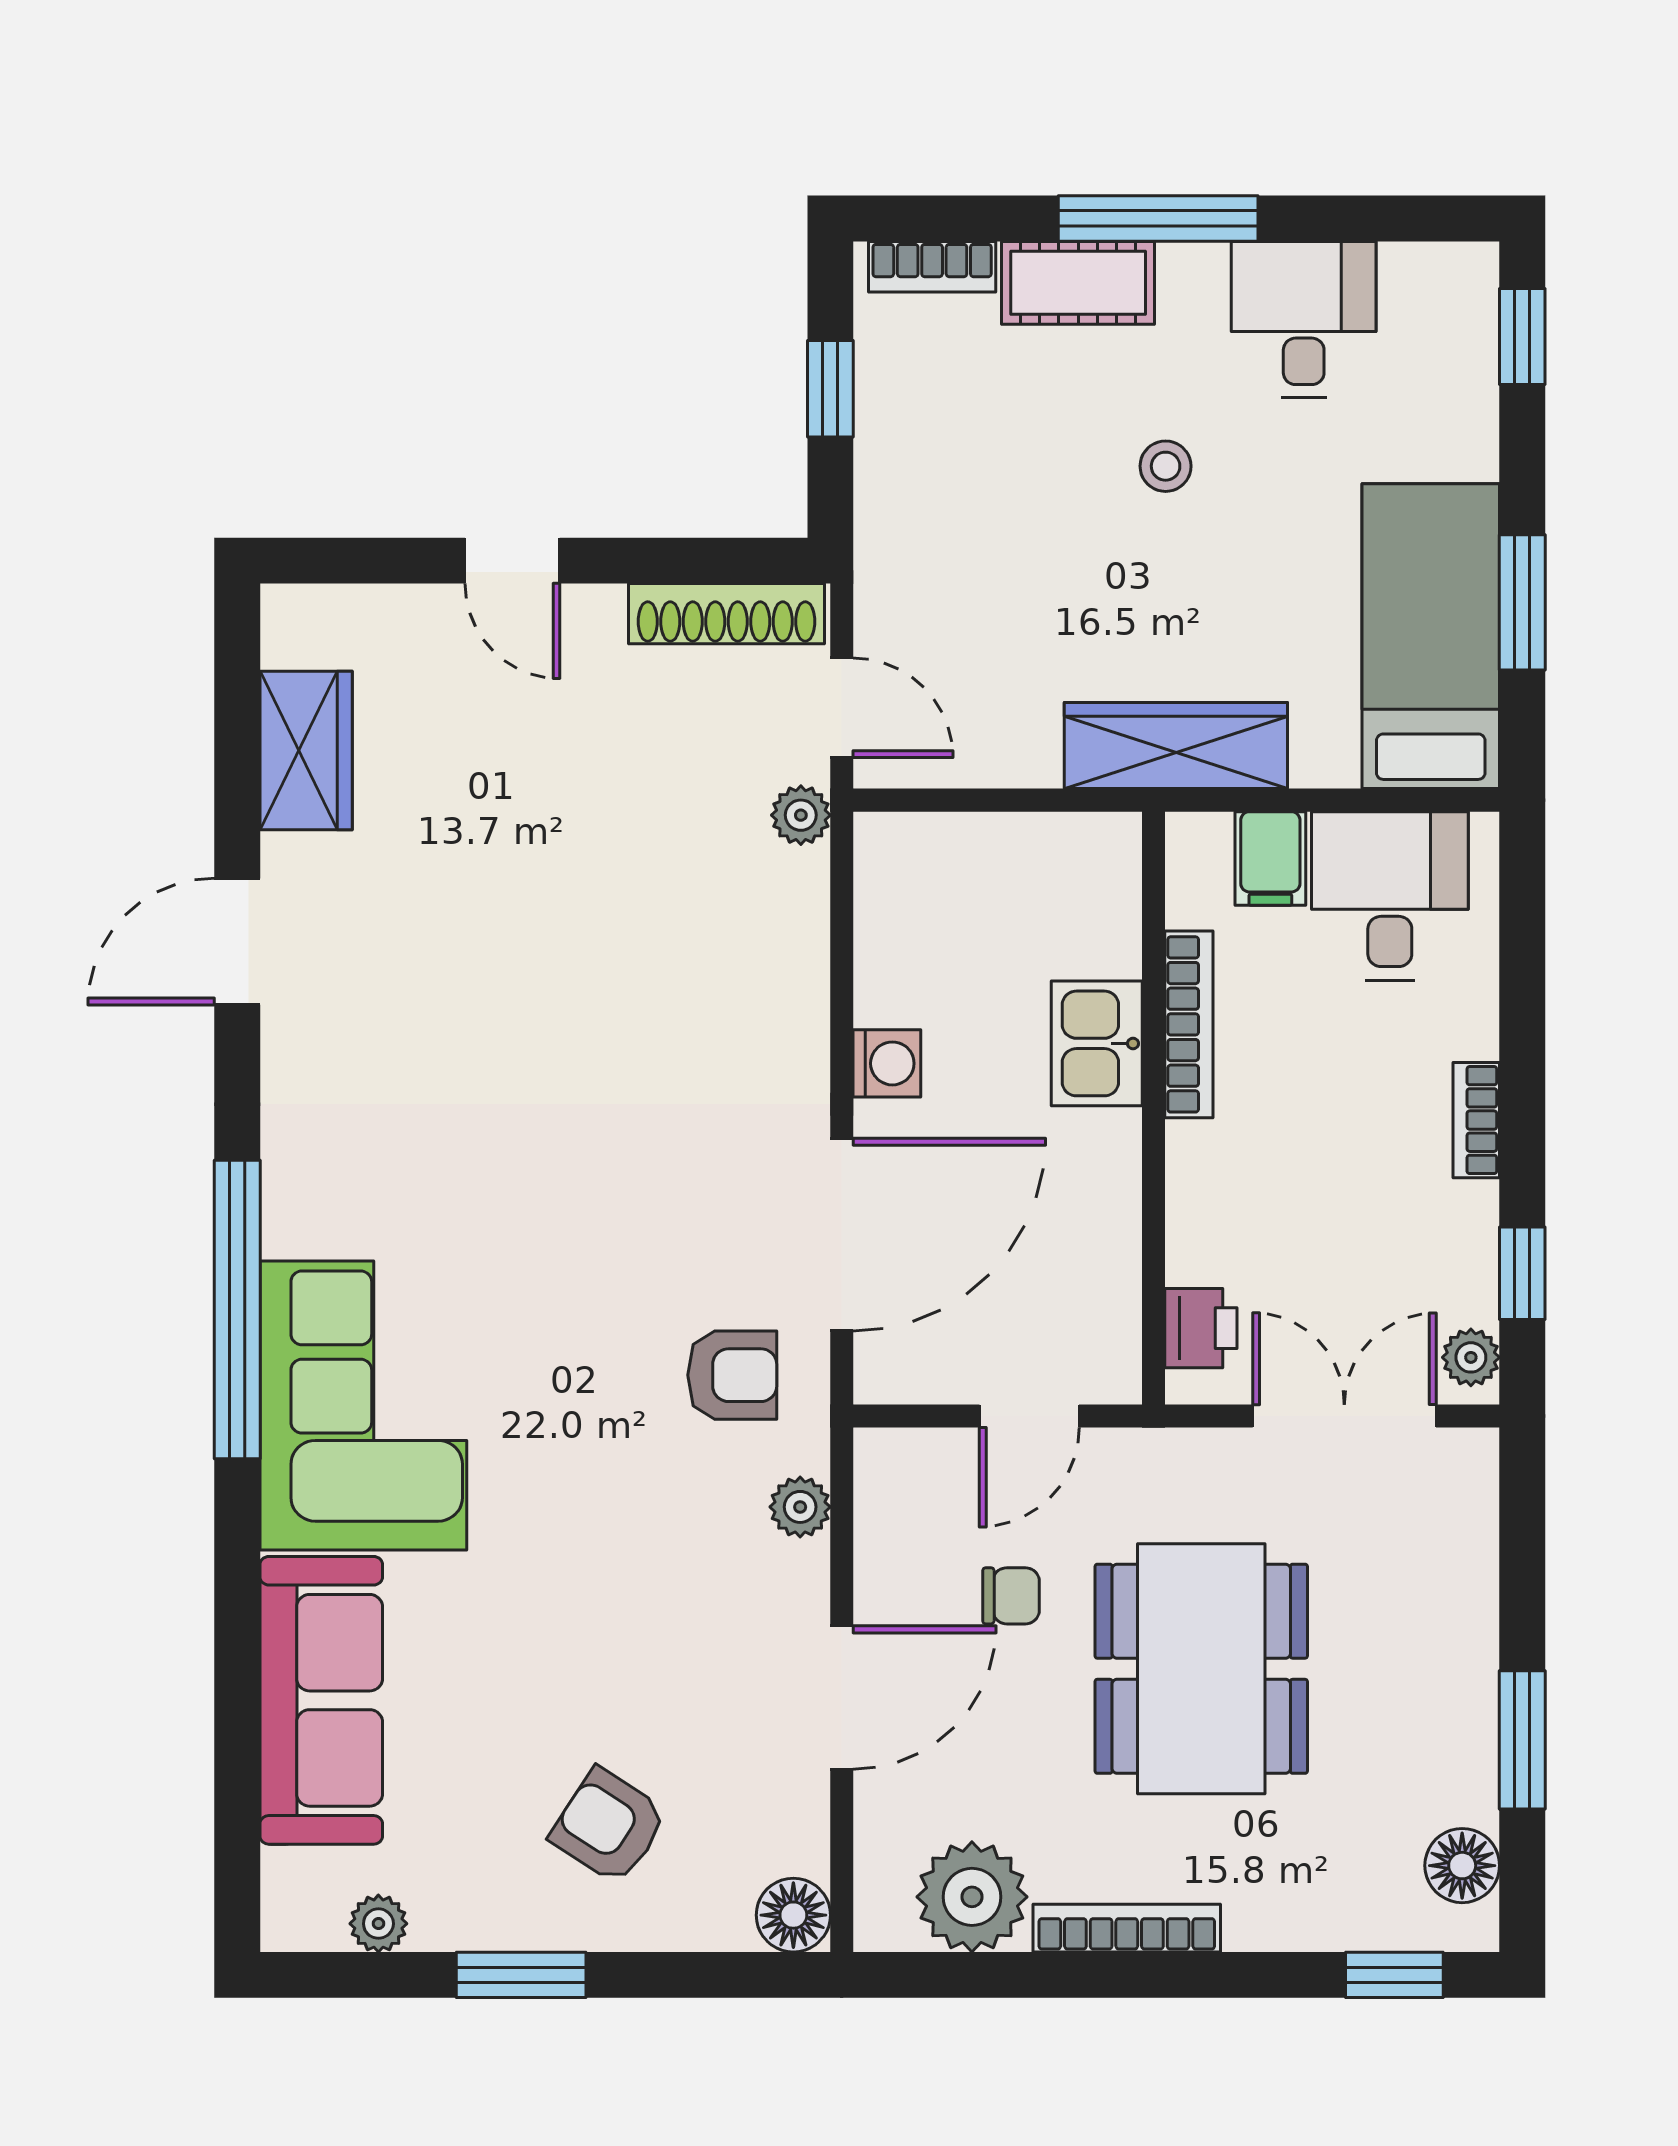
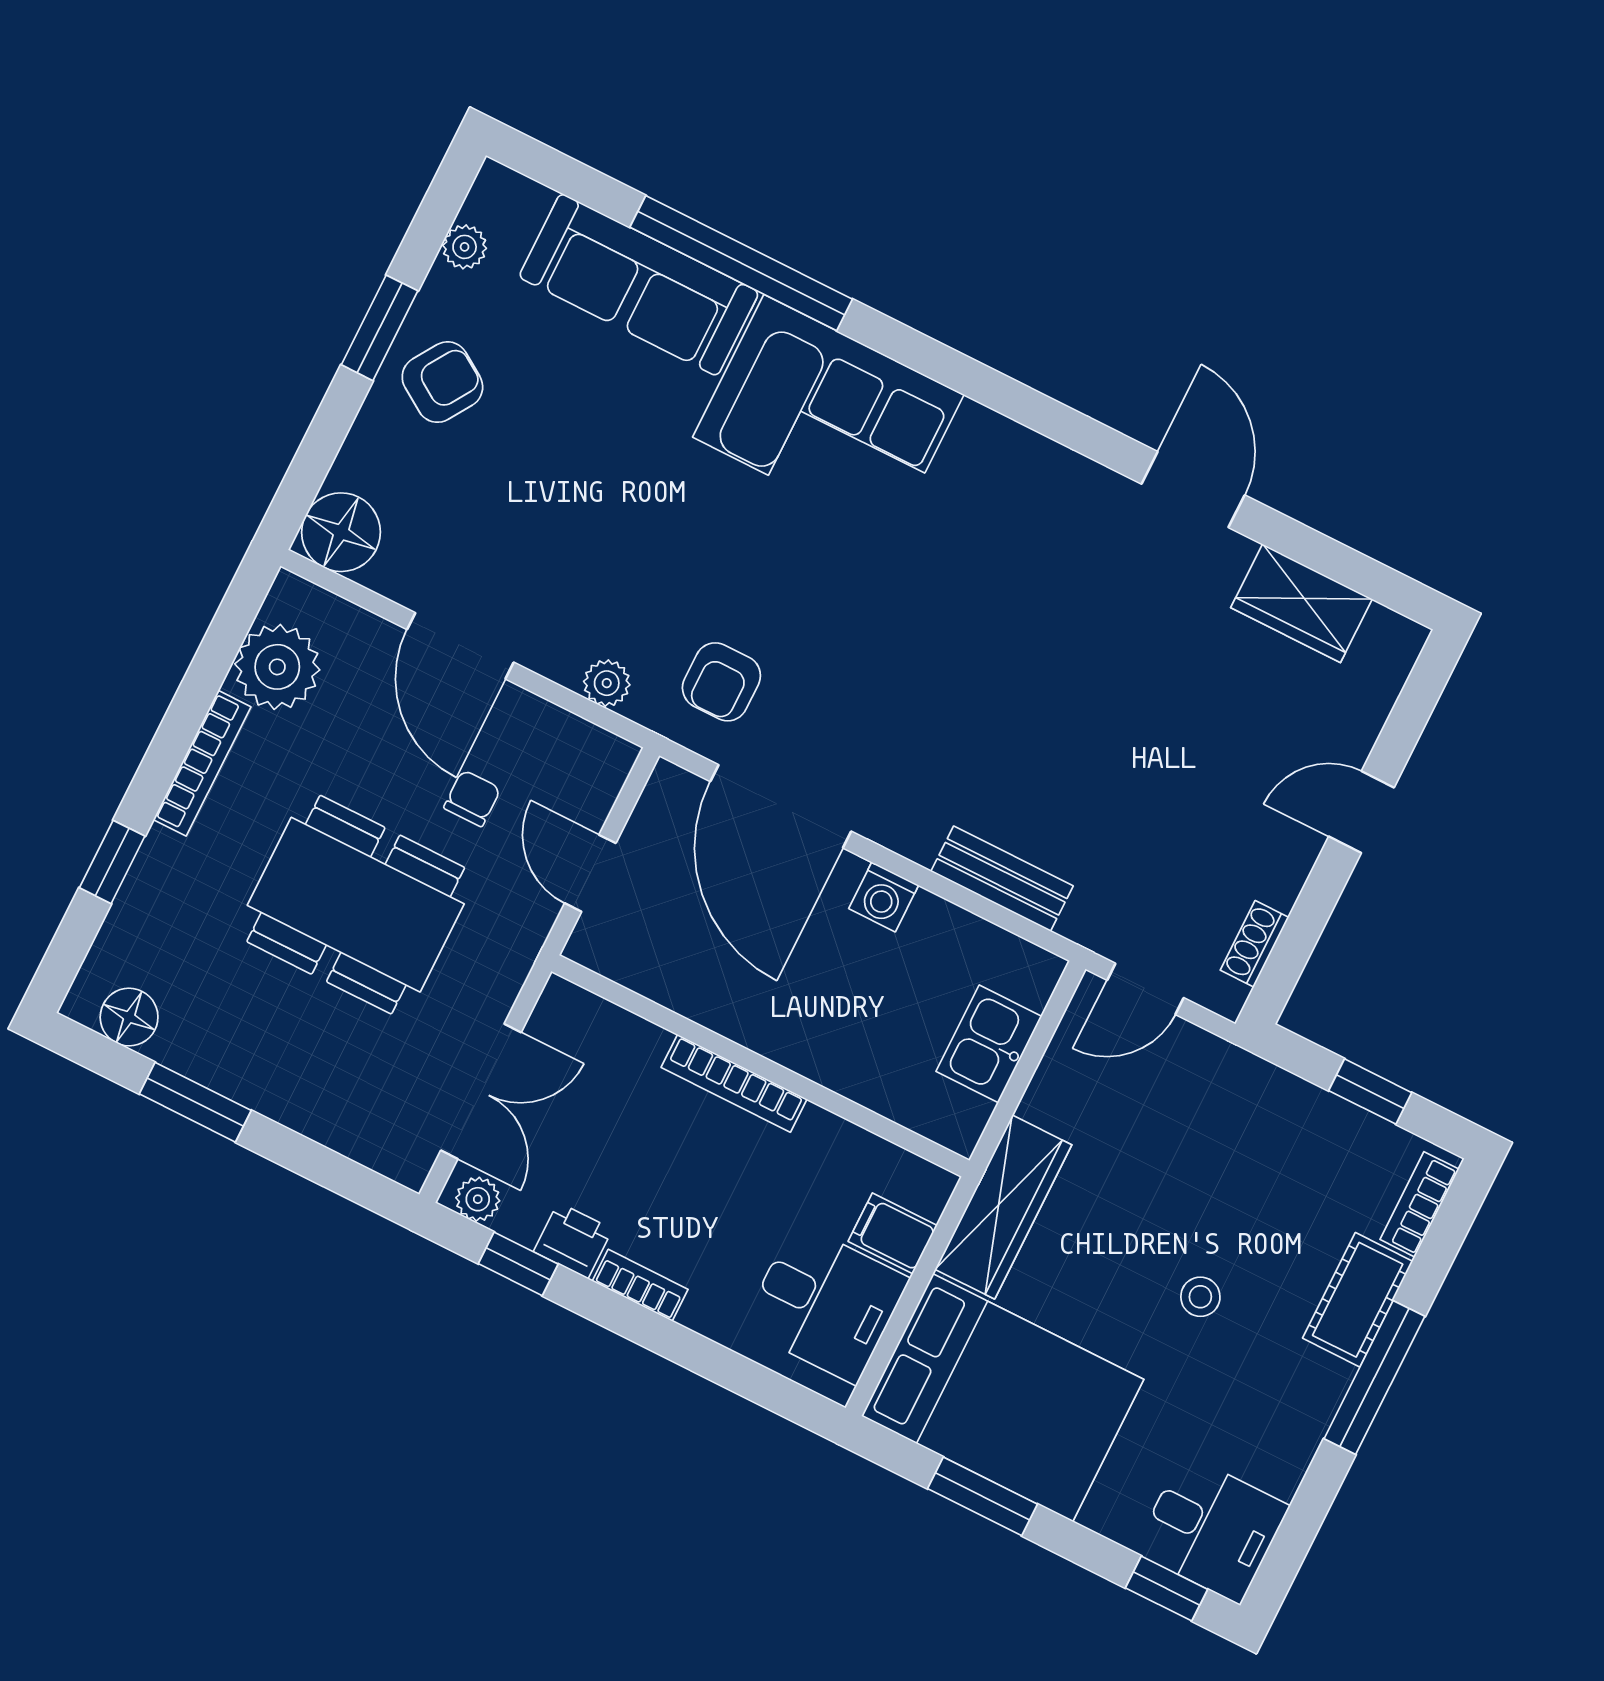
desk: (1304, 319) -> (1211, 1529), moved
shoe rack: (726, 614) -> (1255, 944), width x0.51, depth x0.81
bed: (1431, 636) -> (1003, 1398), width x1.50
plant: (801, 815) -> (1085, 923), removed
bench: (797, 937) -> (1002, 879), added
bookcase: (1189, 1024) -> (734, 1083), moved
kitchen sink: (1097, 1043) -> (989, 1044), moved, turned -90
window: (237, 1309) -> (741, 263), moved
printer: (1201, 1328) -> (573, 1240), moved, turned 180
chair: (1011, 1596) -> (472, 798), turned 180
armchair: (609, 1826) -> (442, 382), moved
floor lamp: (793, 1915) -> (341, 532), width x1.38, depth x1.38
window: (1394, 1975) -> (112, 862), moved

